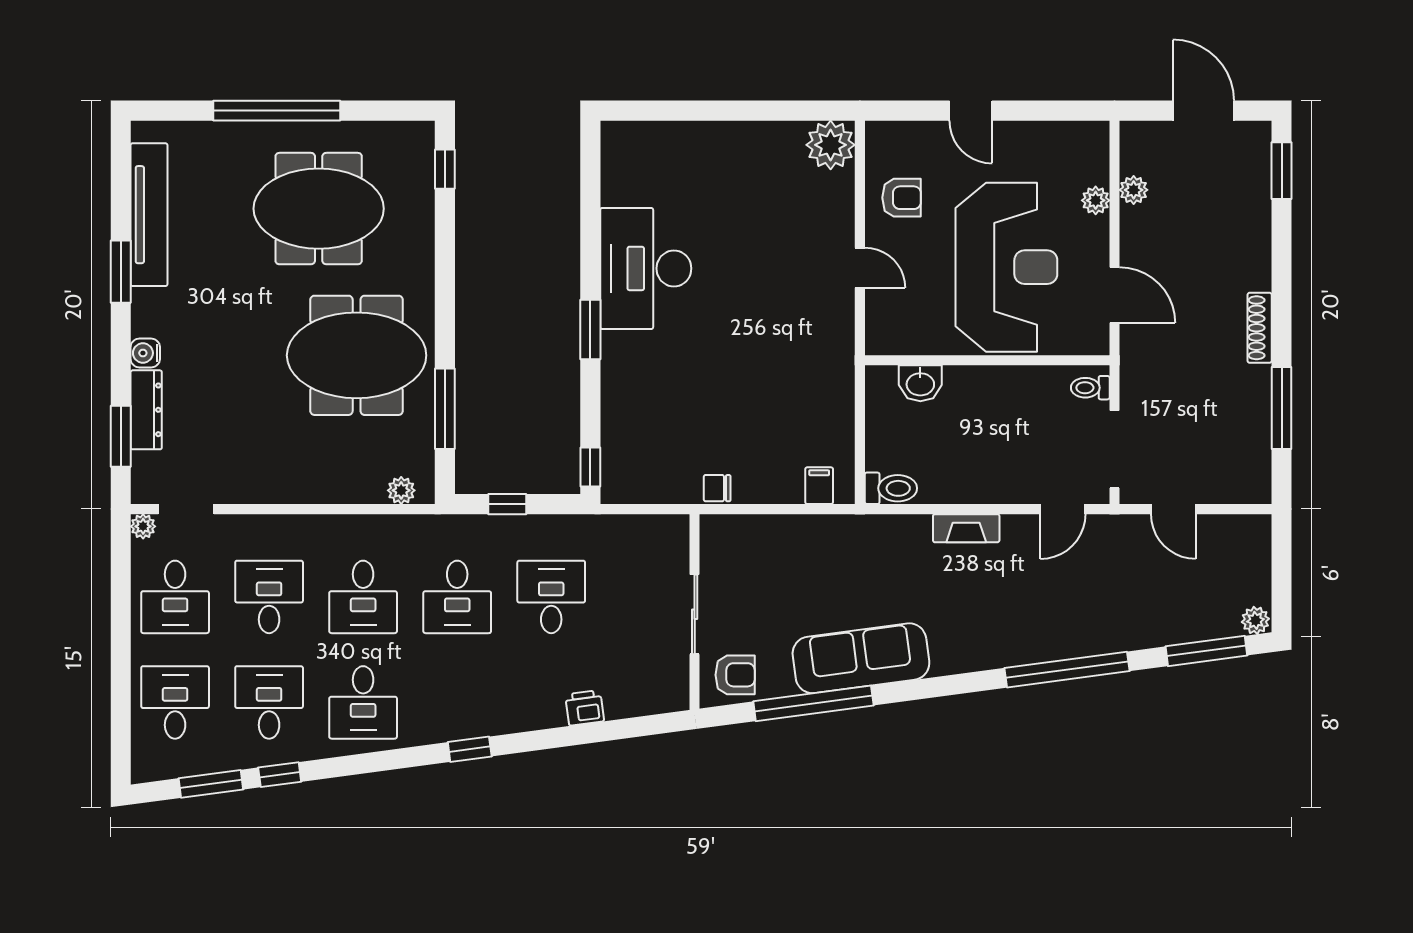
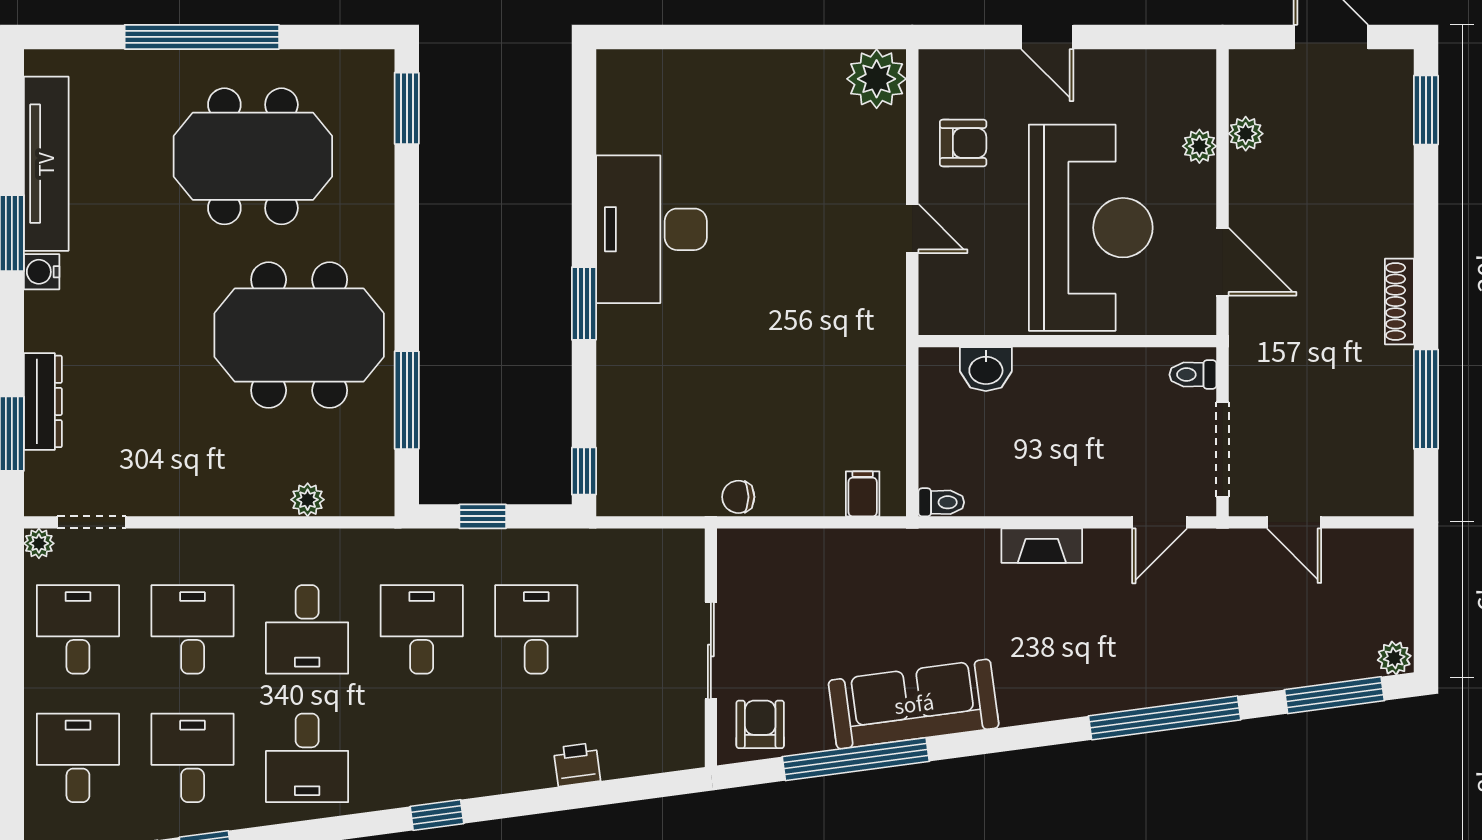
window: (445, 169) -> (407, 108), width x1.50
water cooler: (145, 353) -> (42, 272), moved
toilet: (891, 488) -> (941, 502), width x0.73, depth x0.72
plant: (401, 490) -> (308, 500), moved
desk: (175, 597) -> (78, 629), turned 180
desk: (457, 597) -> (422, 629), turned 180
armchair: (735, 675) -> (760, 724), turned -90

